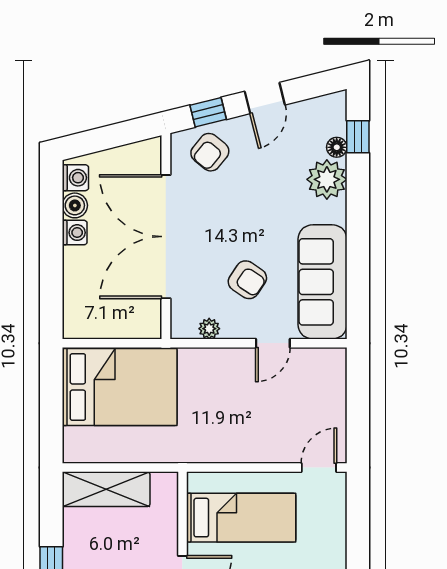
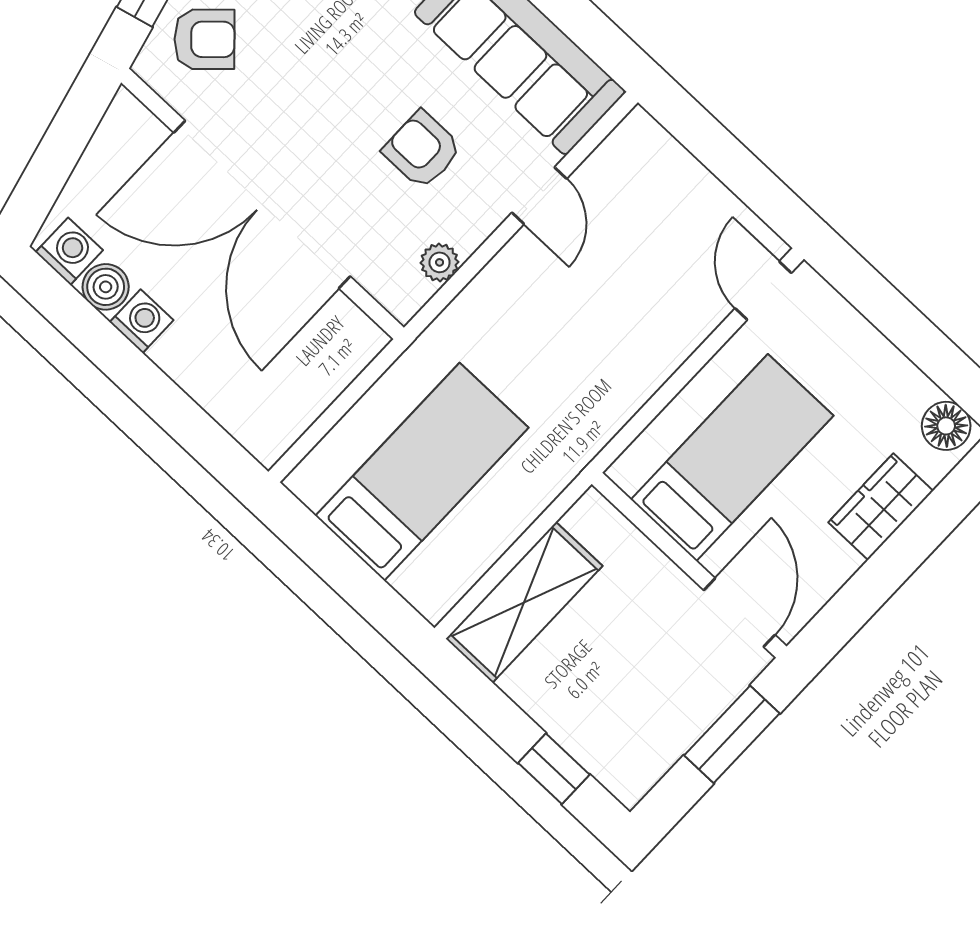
armchair: (210, 152) -> (204, 39), turned -82
armchair: (247, 280) -> (422, 150), turned -124
bed: (120, 387) -> (422, 472), width x0.67

